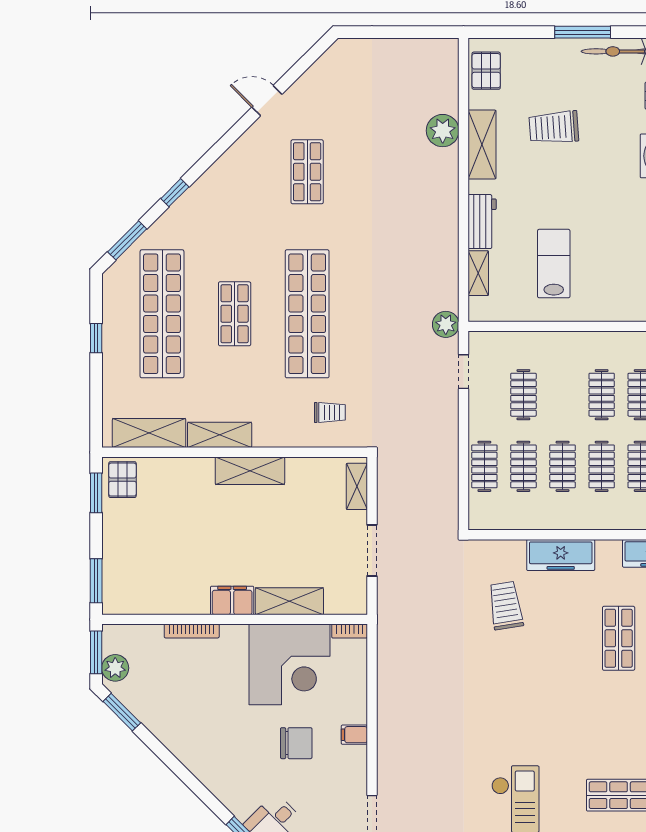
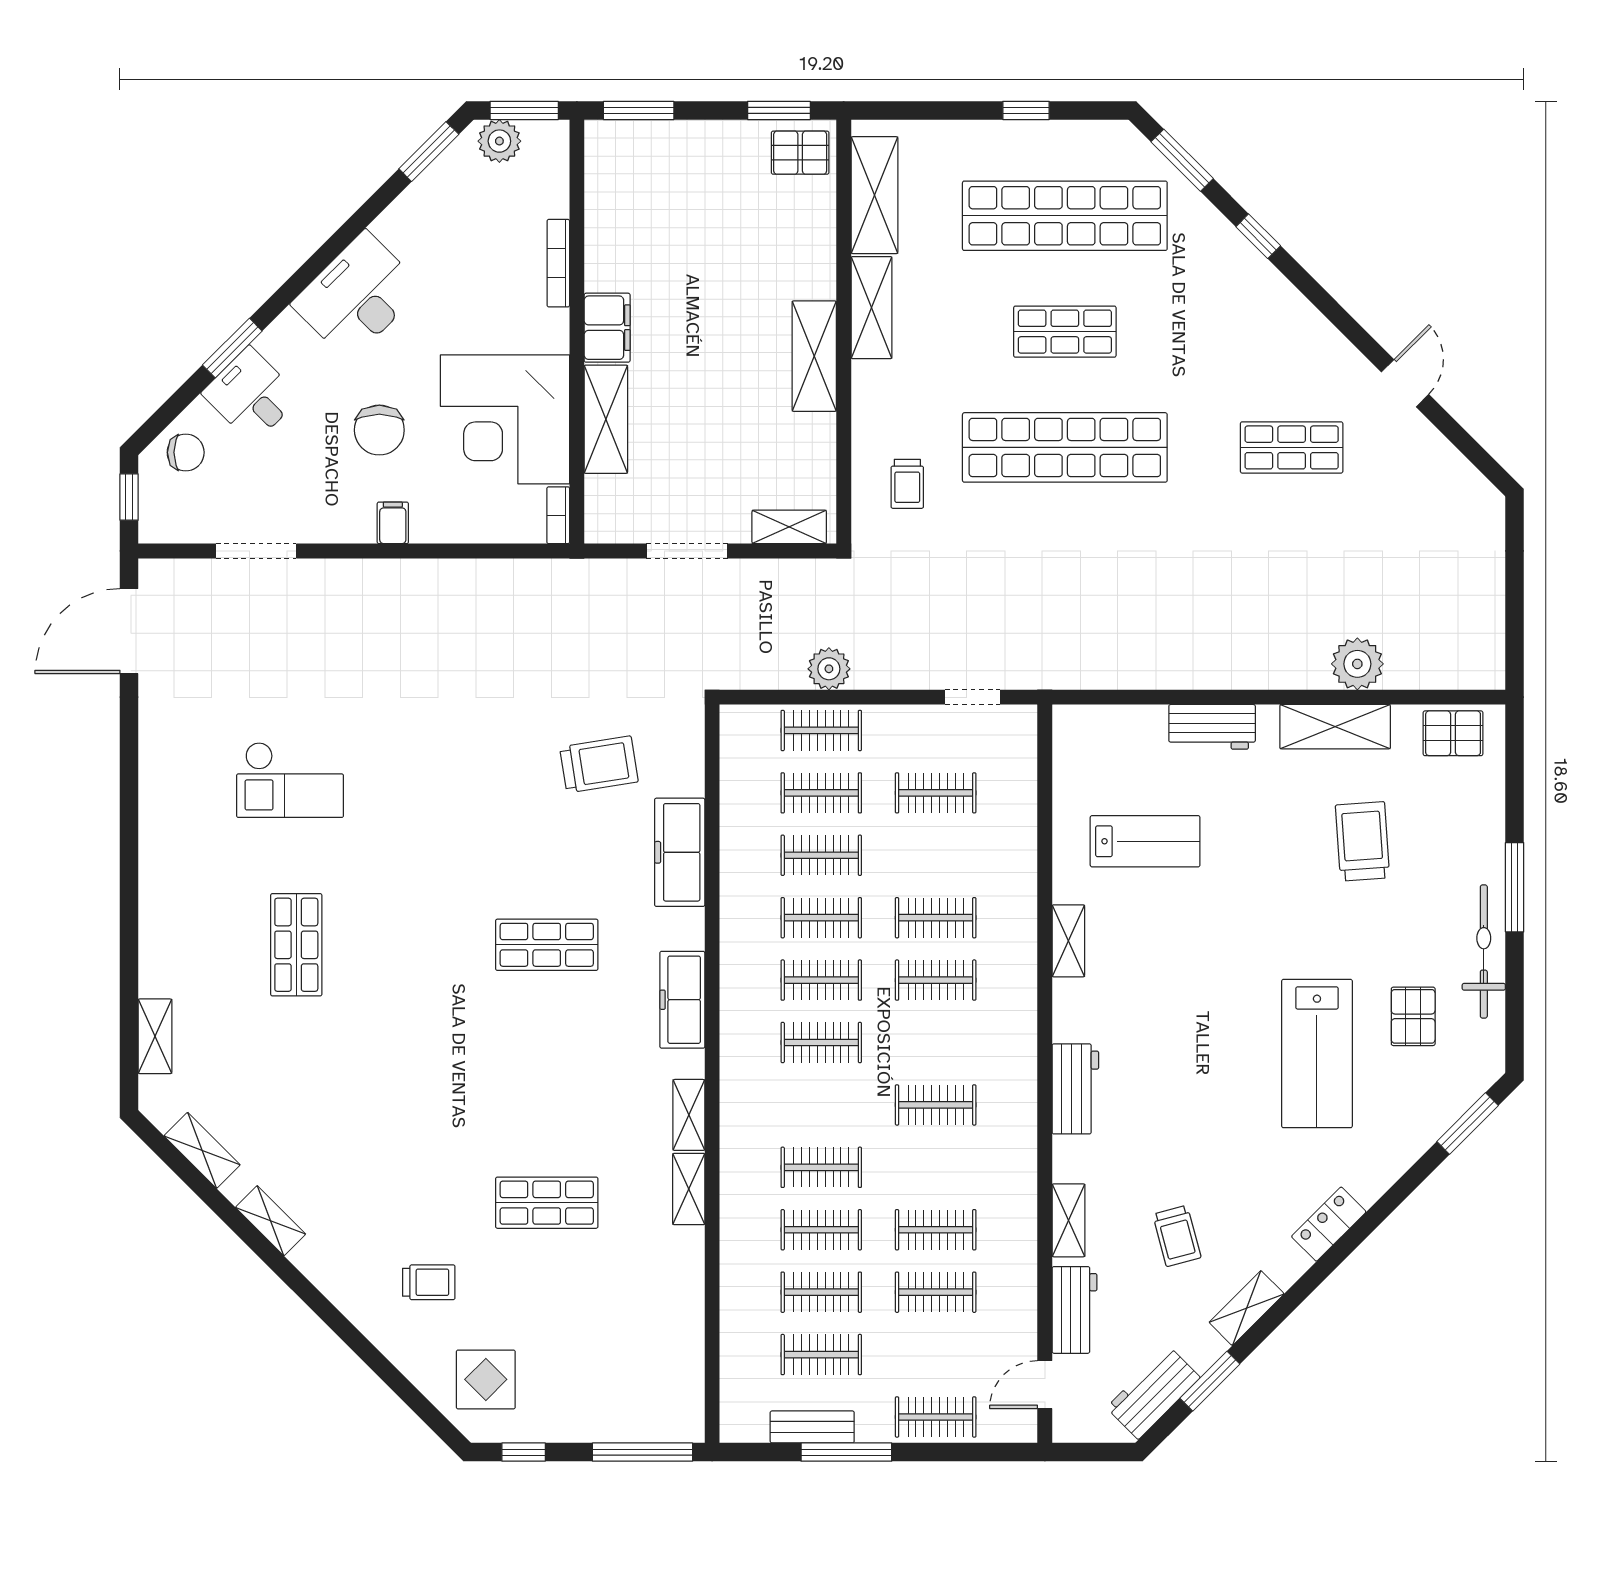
shelving: (478, 273) -> (1068, 941), moved, turned 90
plant: (446, 324) -> (829, 669), moved
desk: (212, 757) -> (357, 296), added

